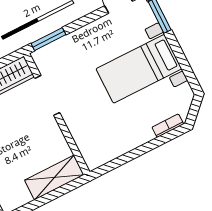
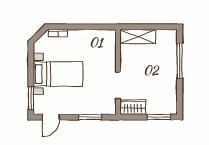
window: (48, 39) -> (90, 117), moved

